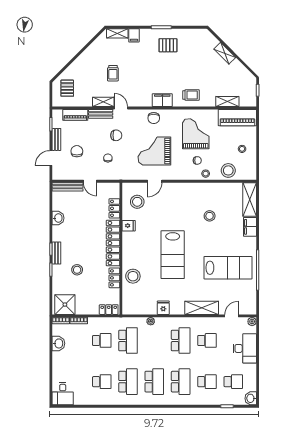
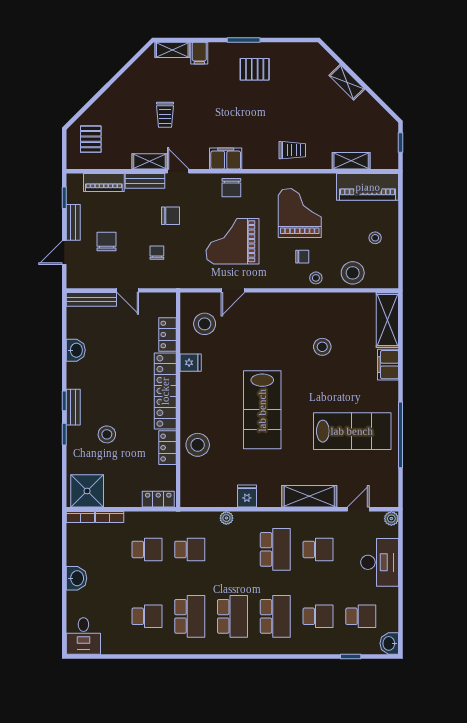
filing cabinet: (162, 100) -> (226, 159), moved
school desk: (128, 340) -> (190, 549), width x0.54
washbasin: (58, 343) -> (77, 578), moved

